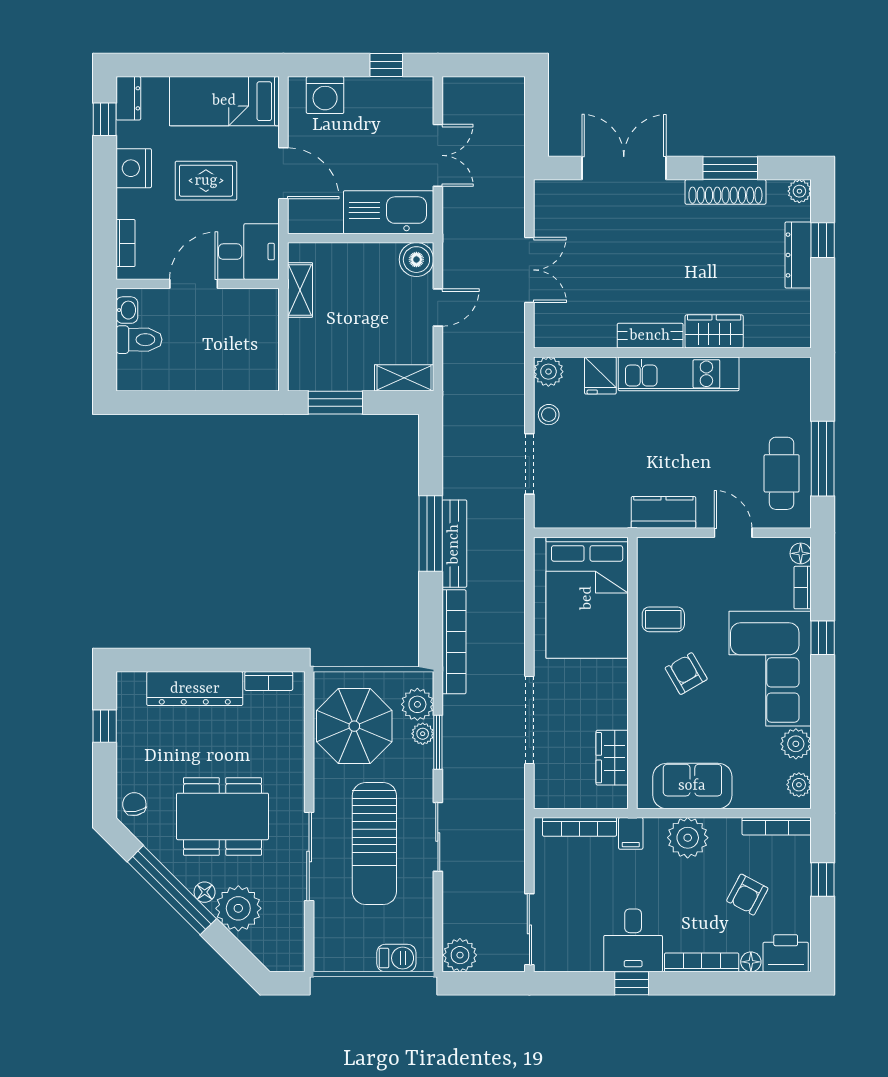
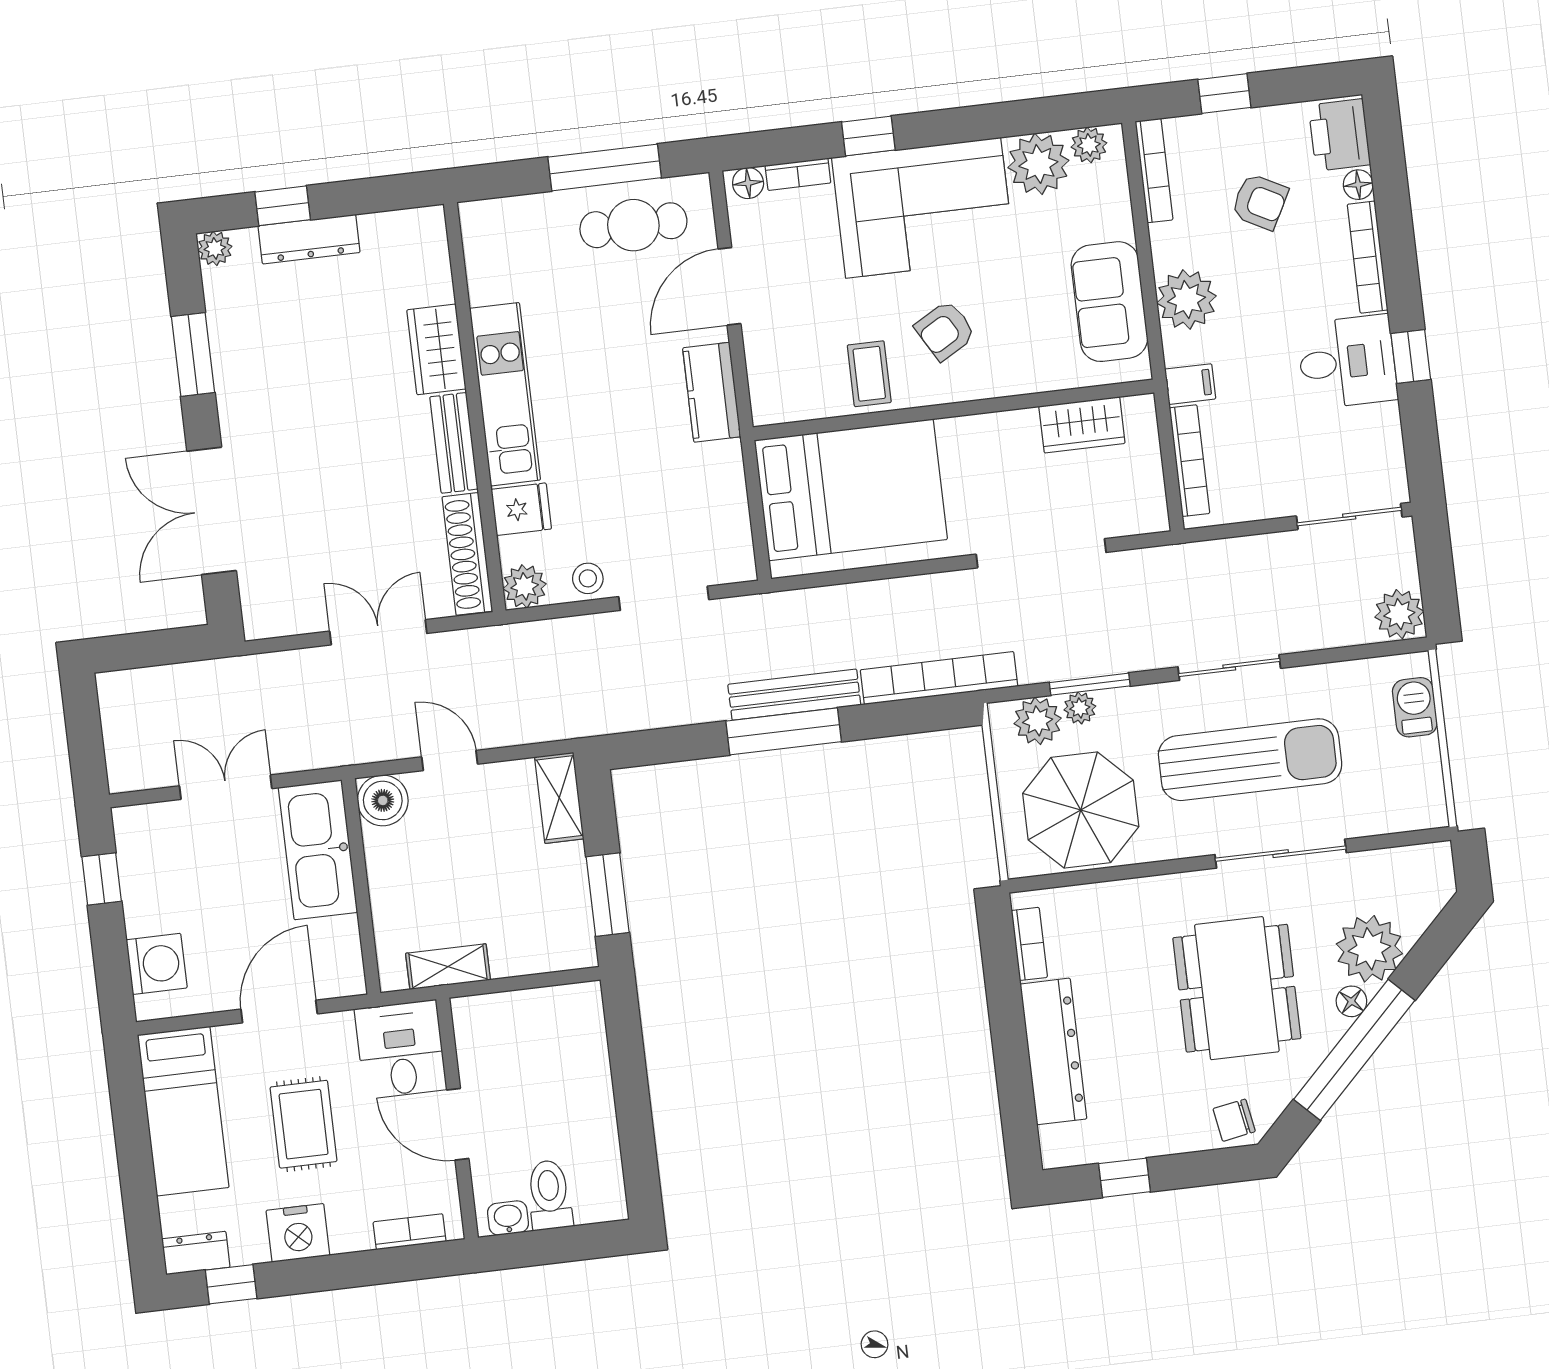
shoe rack: (725, 192) -> (467, 554), moved, turned 180
door: (733, 533) -> (729, 286), width x1.38
plant: (796, 744) -> (1038, 164), width x1.36, depth x1.36

